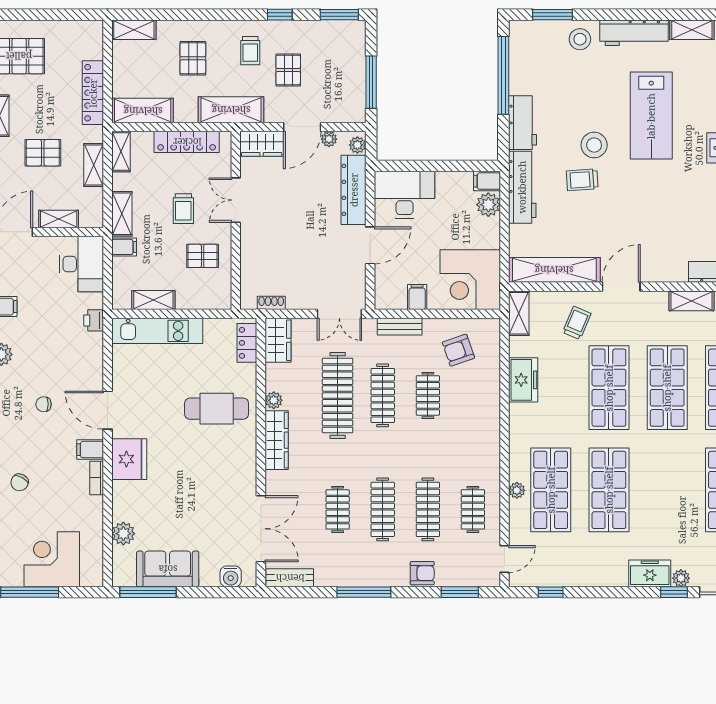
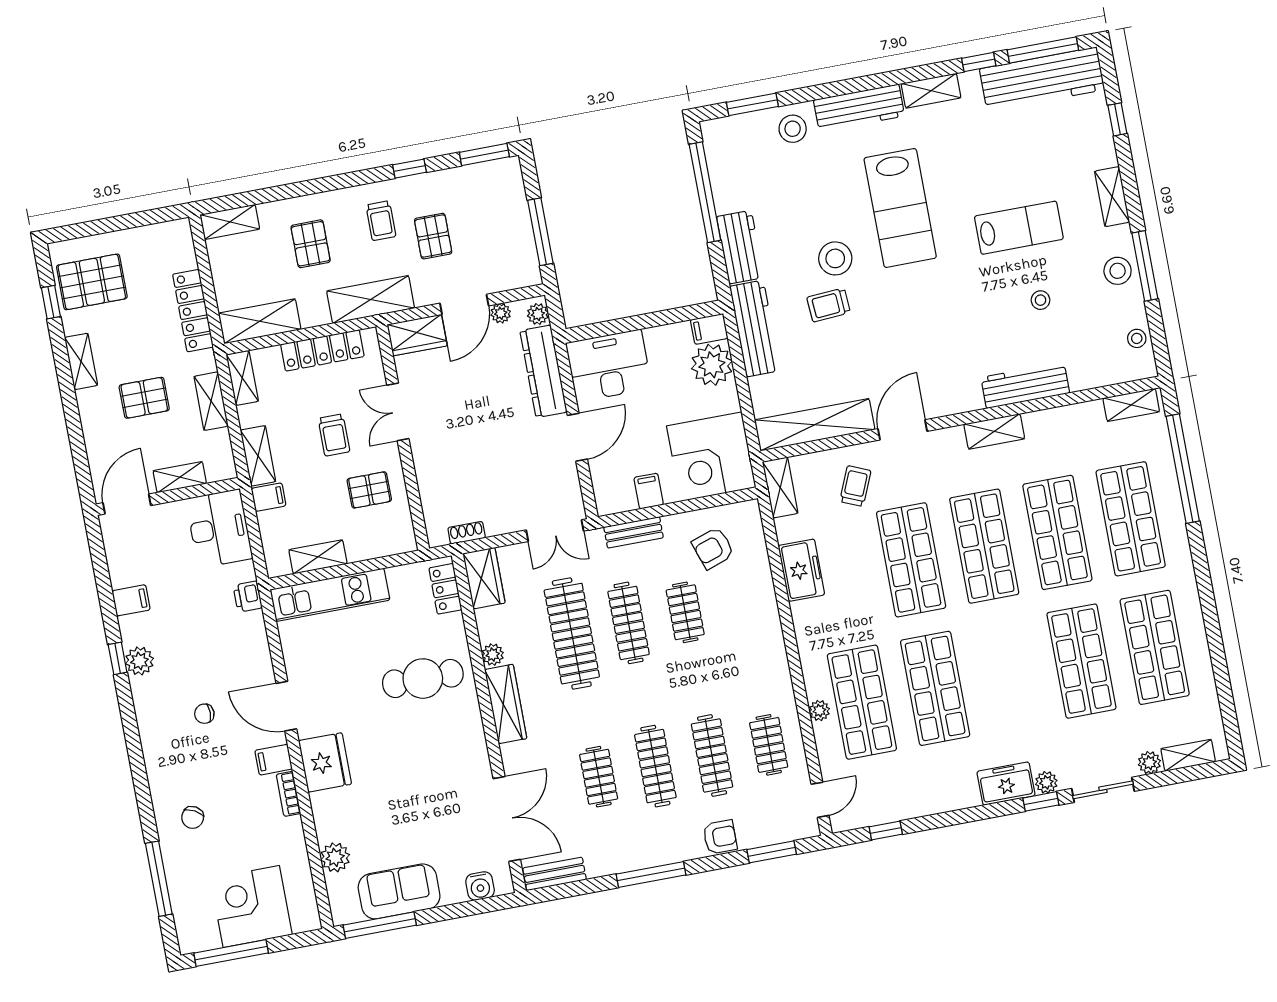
plant: (488, 205) -> (712, 365), width x1.36, depth x1.36

